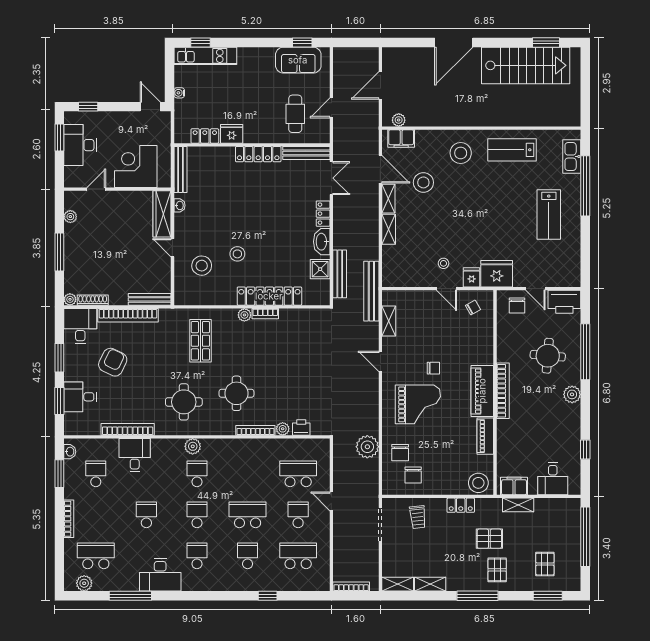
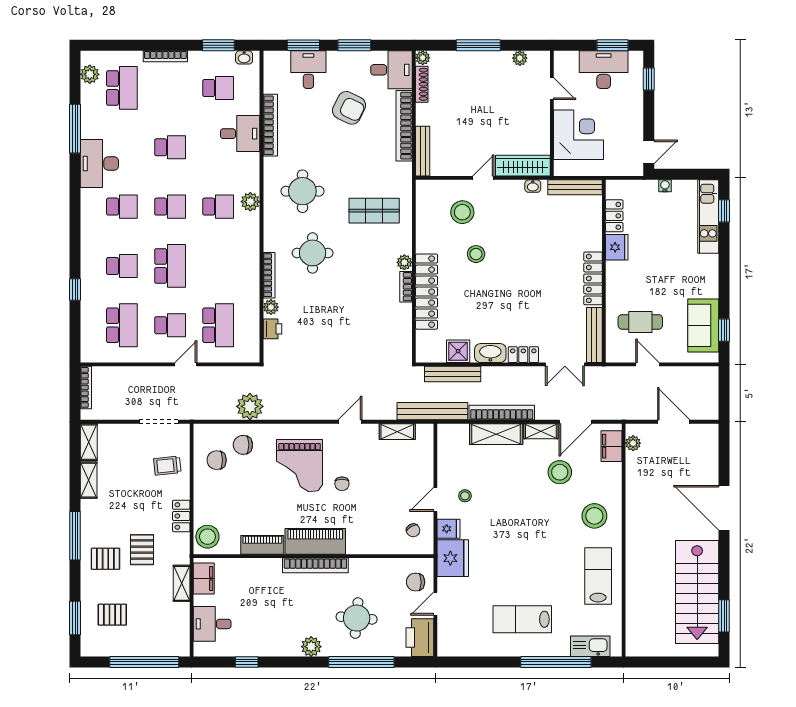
shelving: (389, 229) -> (496, 434), width x1.50, depth x1.33
bookcase: (373, 232) -> (502, 413), added

